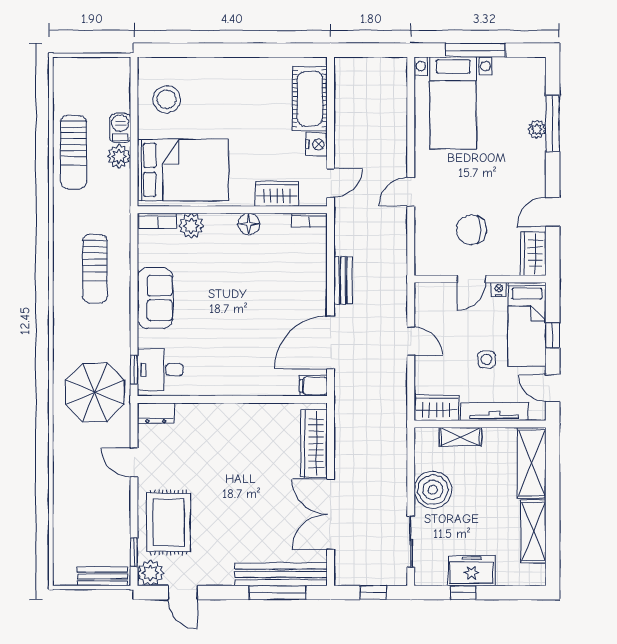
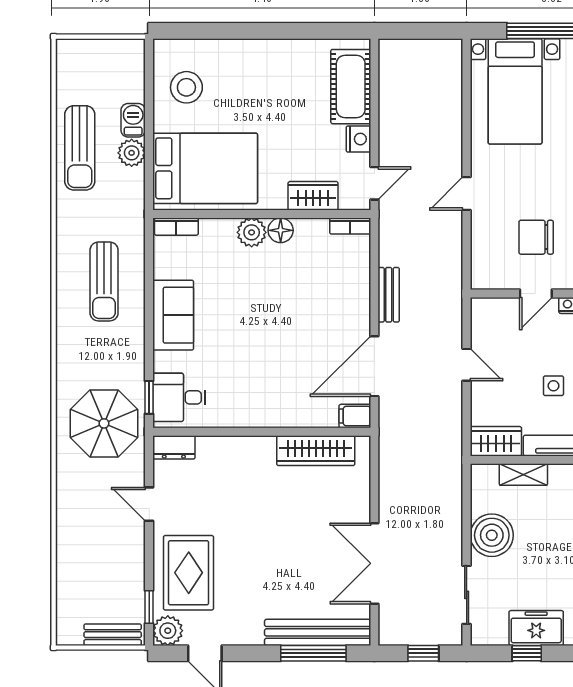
plant: (191, 226) -> (252, 232), moved
wardrobe: (314, 443) -> (316, 451), moved, turned -90

